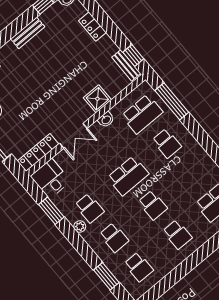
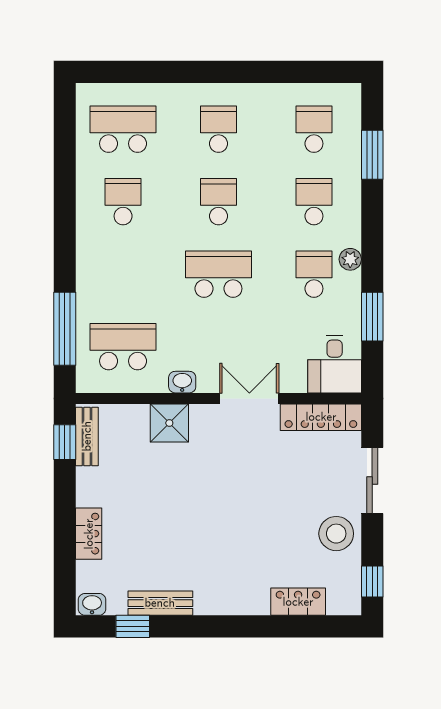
bench: (28, 33) -> (160, 603), moved
school desk: (167, 143) -> (123, 202), moved

